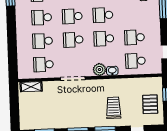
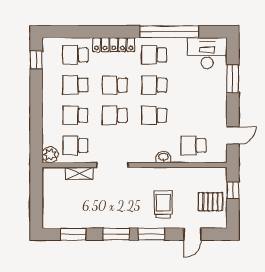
school desk: (134, 37) -> (194, 115), removed
plant: (99, 70) -> (50, 155), moved
shelving: (31, 87) -> (79, 173), moved
pallet: (150, 104) -> (210, 202), turned 90

